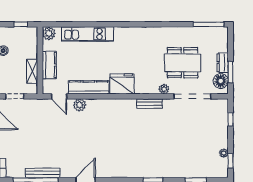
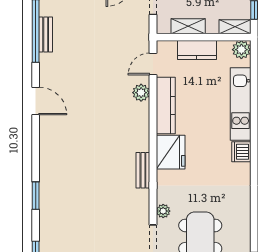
dishwasher: (122, 33) -> (241, 152), added
shelving: (33, 38) -> (235, 27), added
bench: (150, 104) -> (143, 170), moved
bench: (43, 173) -> (46, 35), width x0.73

